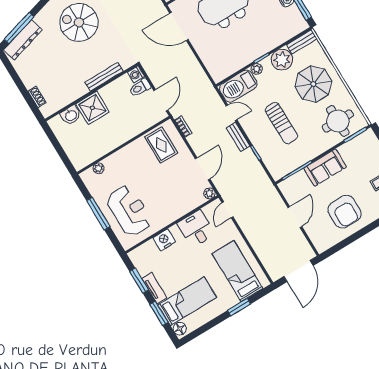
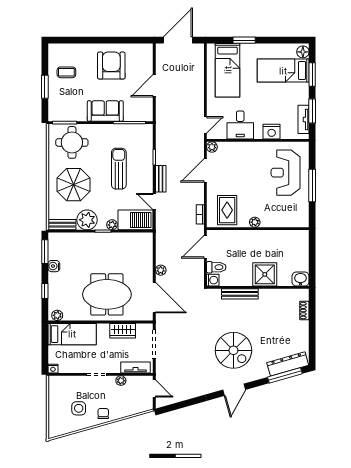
plant: (188, 55) -> (161, 270), added
washbasin: (71, 115) -> (301, 279), moved
plant: (98, 168) -> (255, 222), moved
tv unit: (154, 288) -> (304, 119), moved

